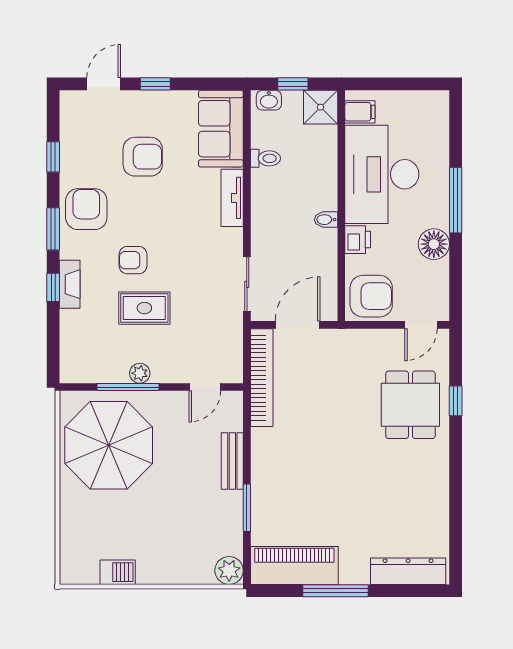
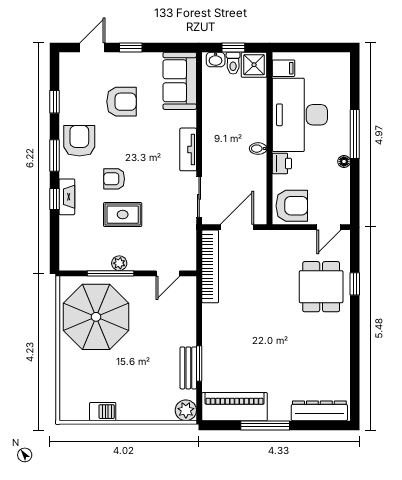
toilet: (265, 158) -> (233, 63), moved, turned 90
tv unit: (232, 198) -> (188, 149), moved
floor lamp: (434, 244) -> (344, 161), width x0.53, depth x0.53
bench: (232, 461) -> (188, 368), moved

